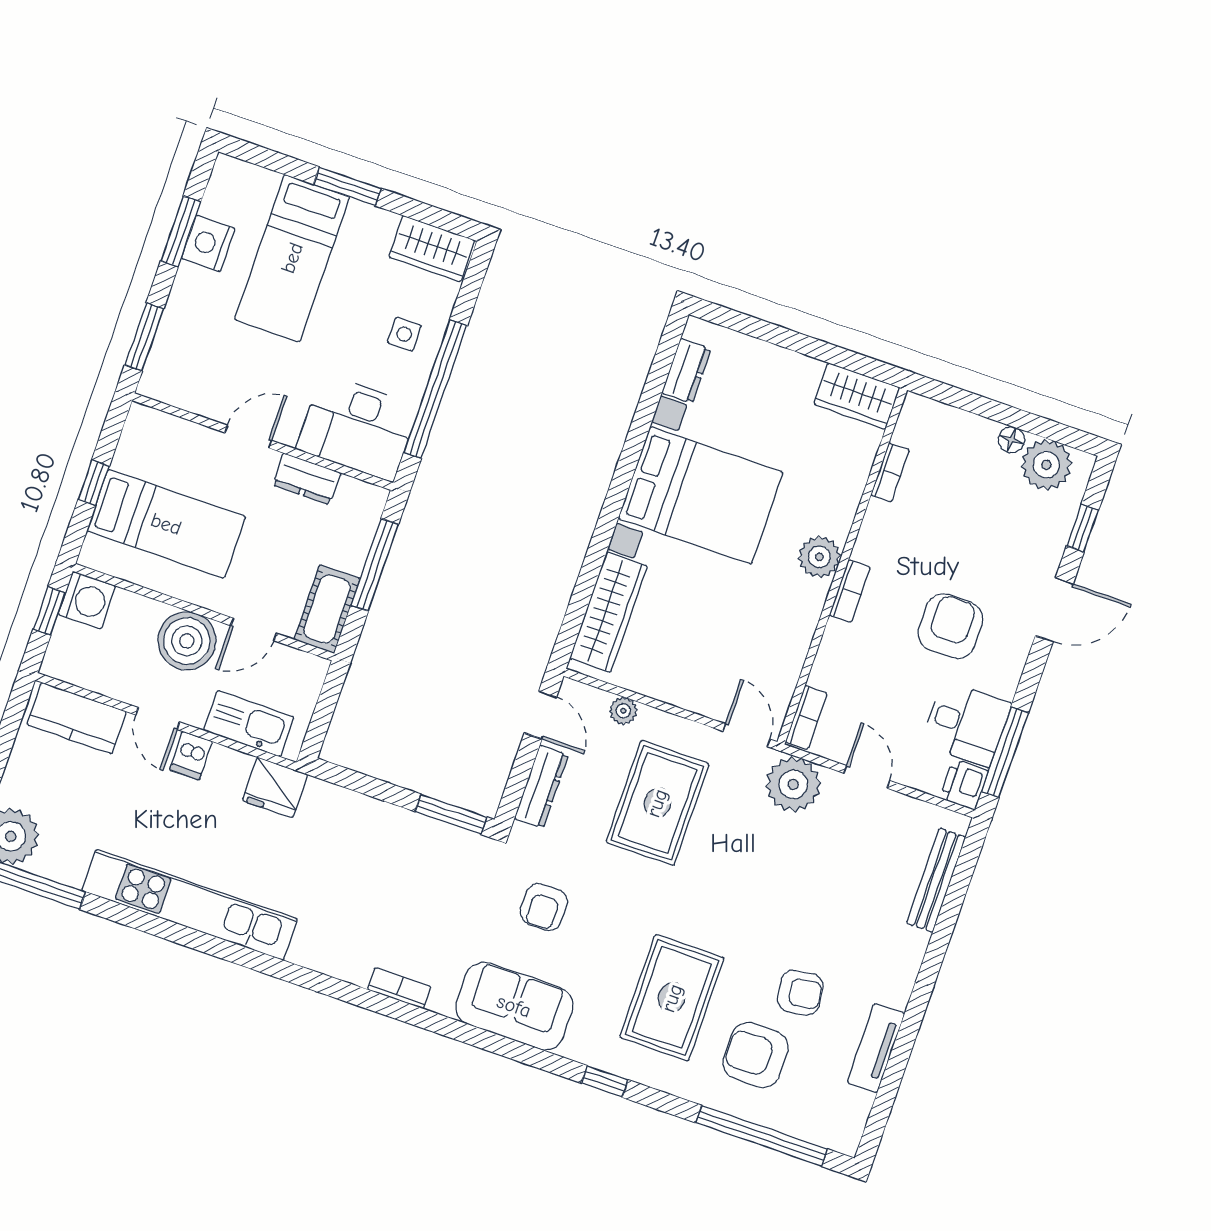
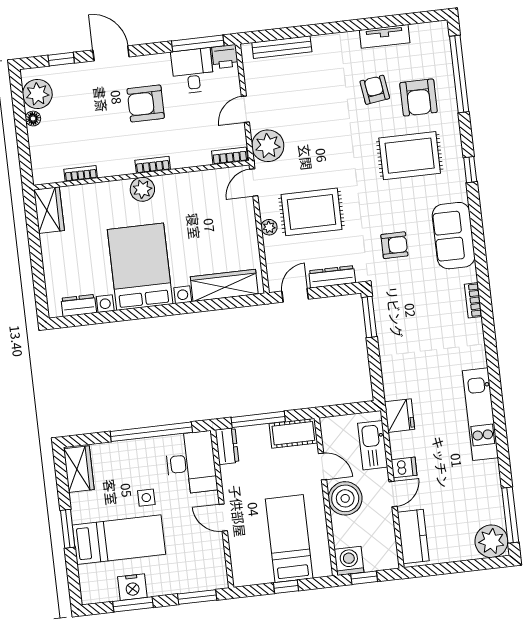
side table: (404, 334) -> (146, 498), moved
dresser: (307, 479) -> (227, 446), moved
plant: (623, 711) -> (269, 227), moved
kitchen unit: (190, 905) -> (480, 414), width x0.73

